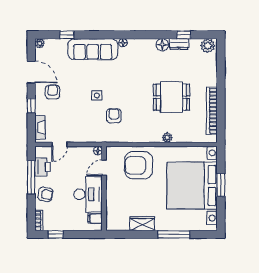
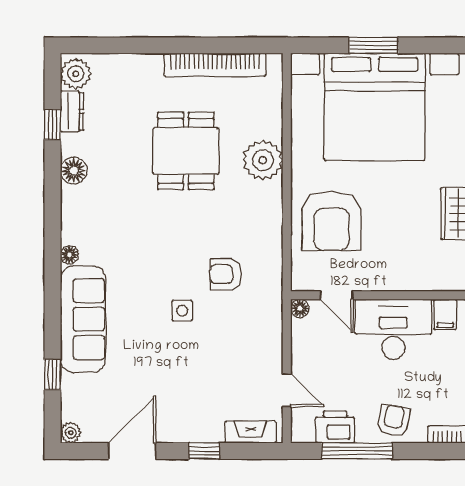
dresser: (179, 44) -> (72, 111), moved
armchair: (53, 92) -> (175, 405), removed
plant: (167, 138) -> (263, 160), width x1.87, depth x1.87

